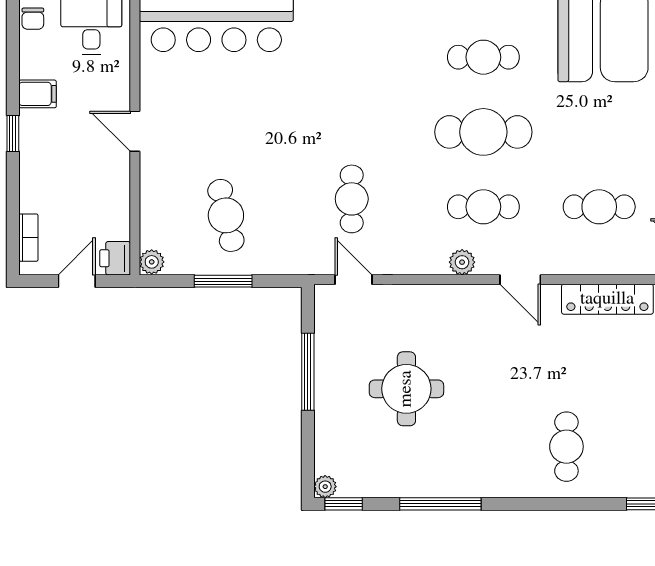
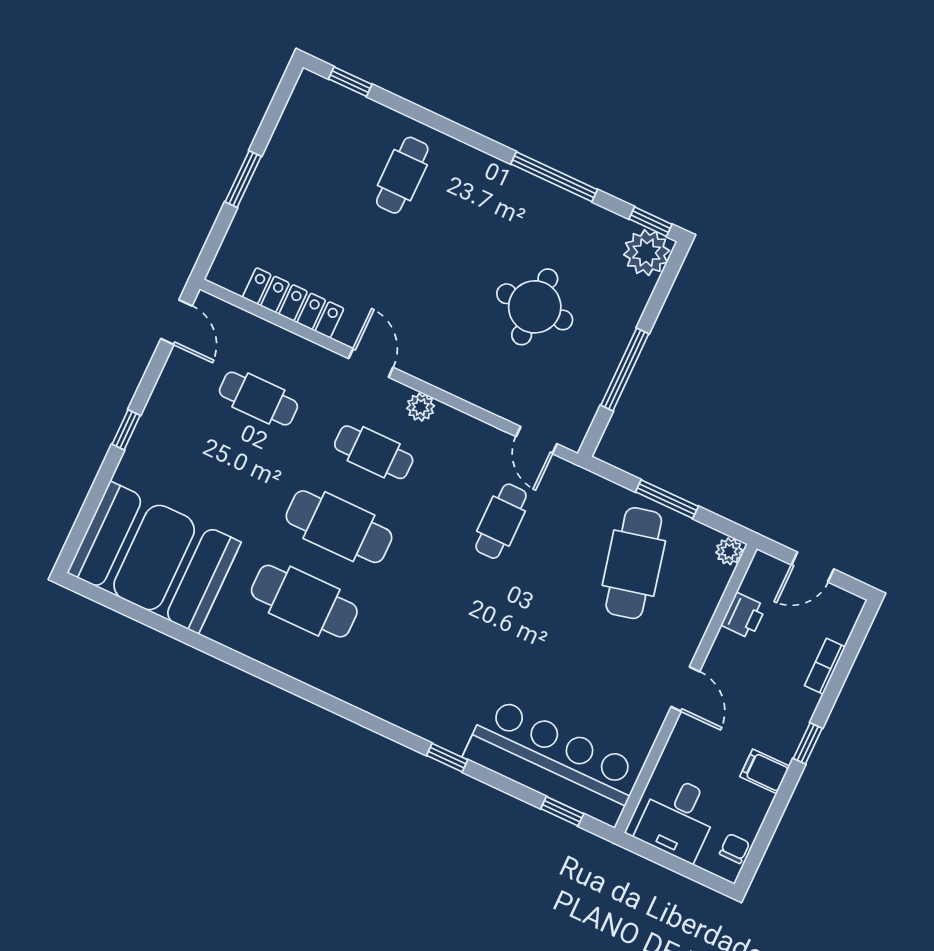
cafe table: (483, 57) -> (304, 601), width x1.37, depth x1.35
cafe table: (226, 215) -> (634, 563), width x1.37, depth x1.35
bookcase: (28, 238) -> (825, 666), moved
printer: (115, 258) -> (744, 616), moved
plant: (325, 487) -> (647, 253), width x1.88, depth x1.88

